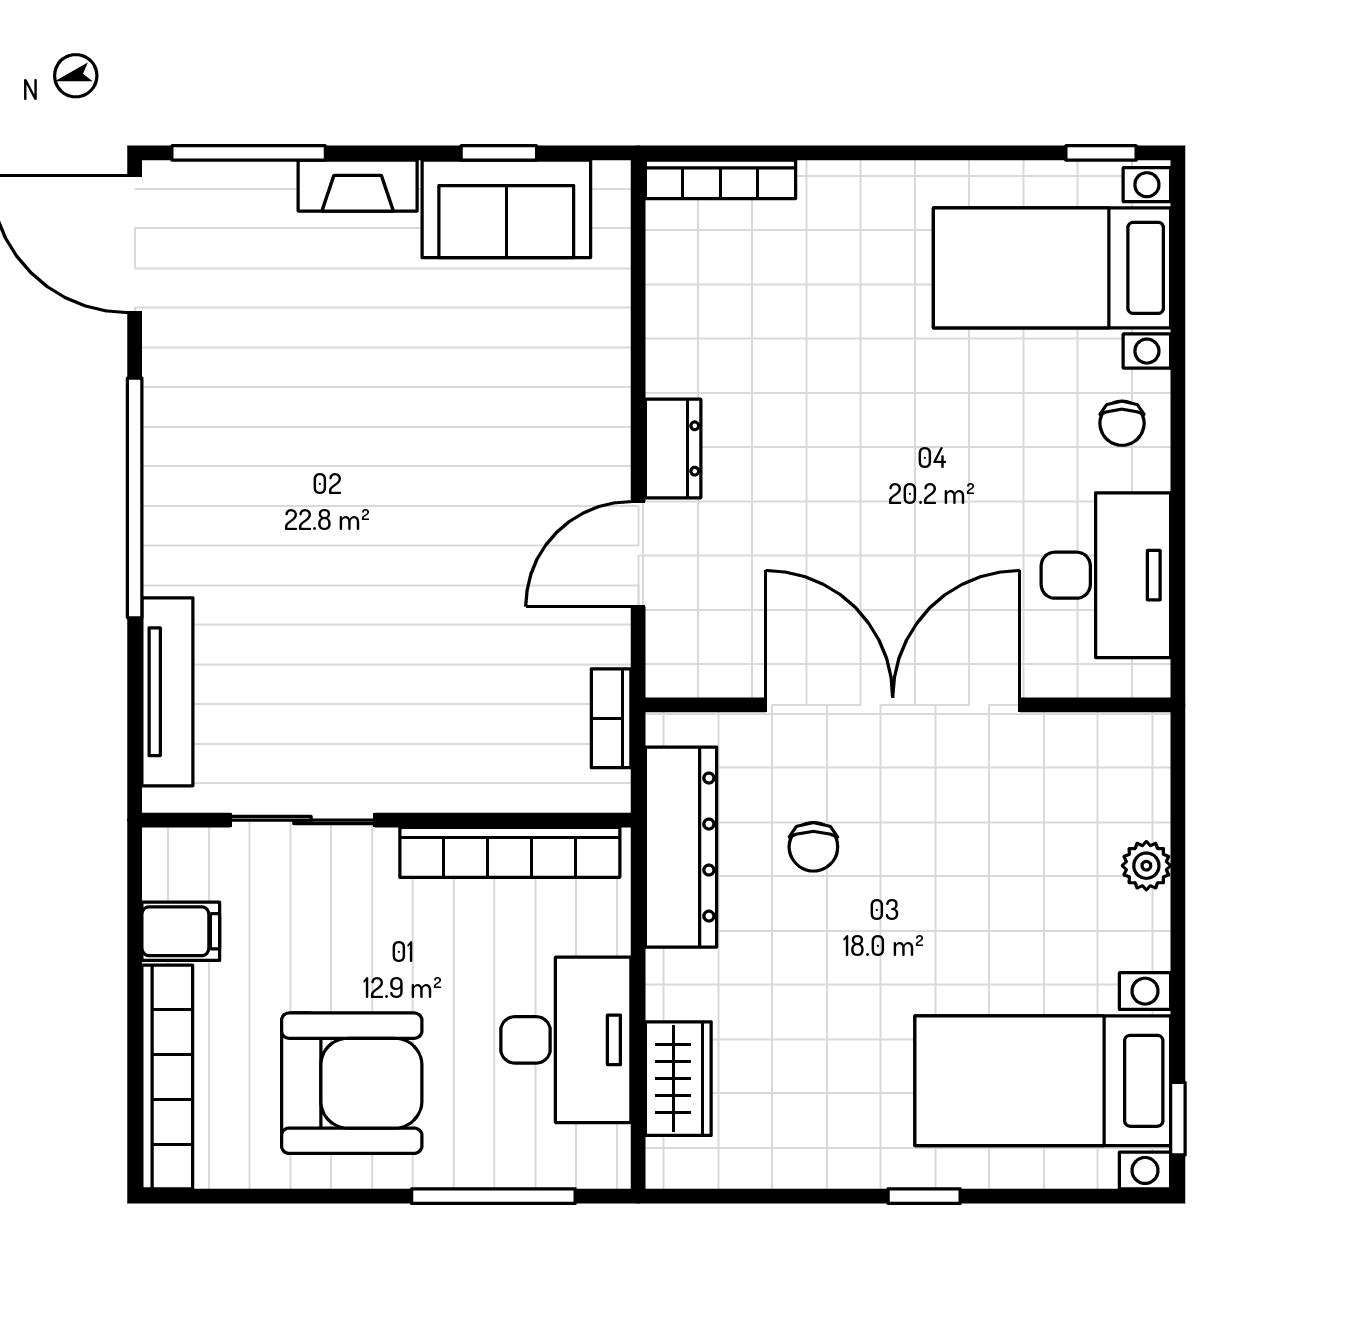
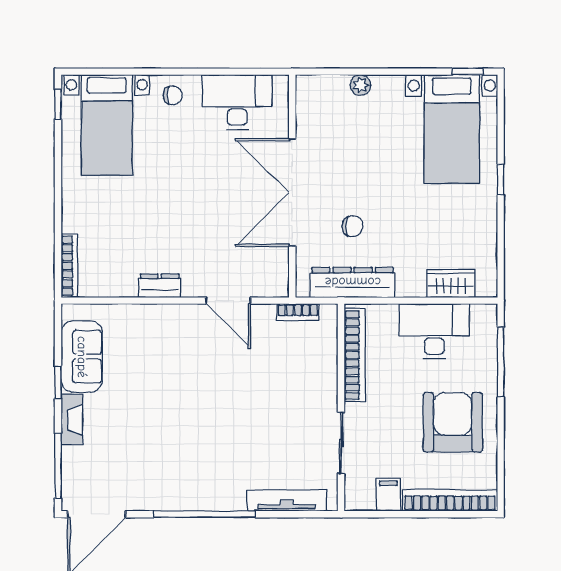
window: (499, 153) -> (58, 382), moved
dresser: (673, 448) -> (160, 286), moved

